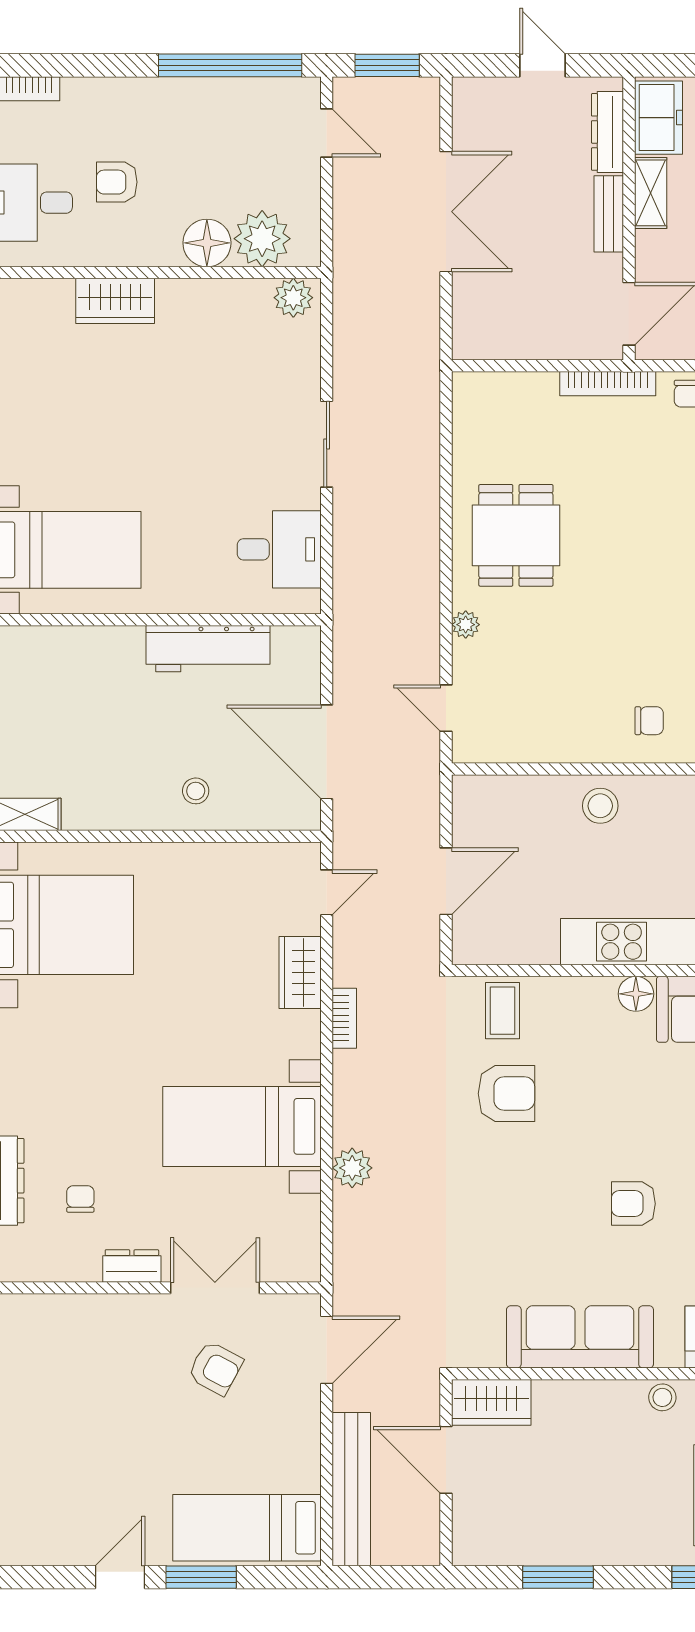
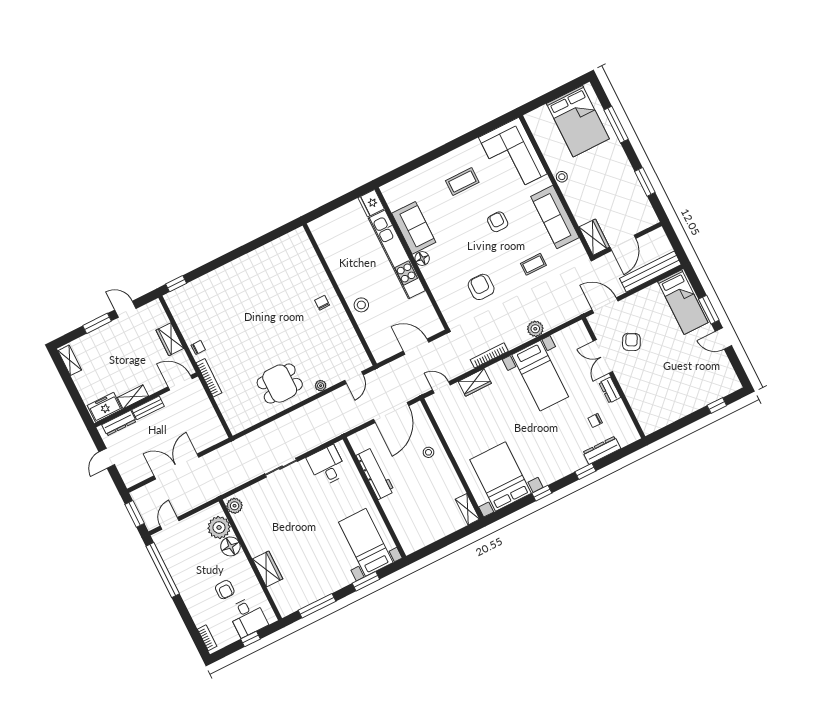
coffee table: (503, 1011) -> (533, 264), moved
bookcase: (344, 1018) -> (489, 355), width x1.56
armchair: (633, 1204) -> (498, 222), turned 180

